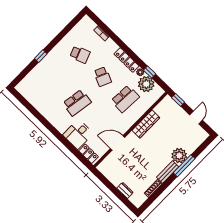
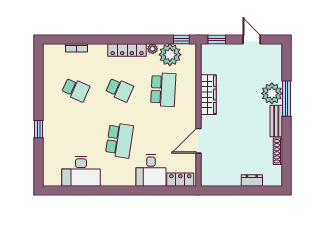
school desk: (80, 55) -> (76, 90), turned 45
window: (150, 72) -> (181, 39), moved
desk: (41, 99) -> (81, 171), added

